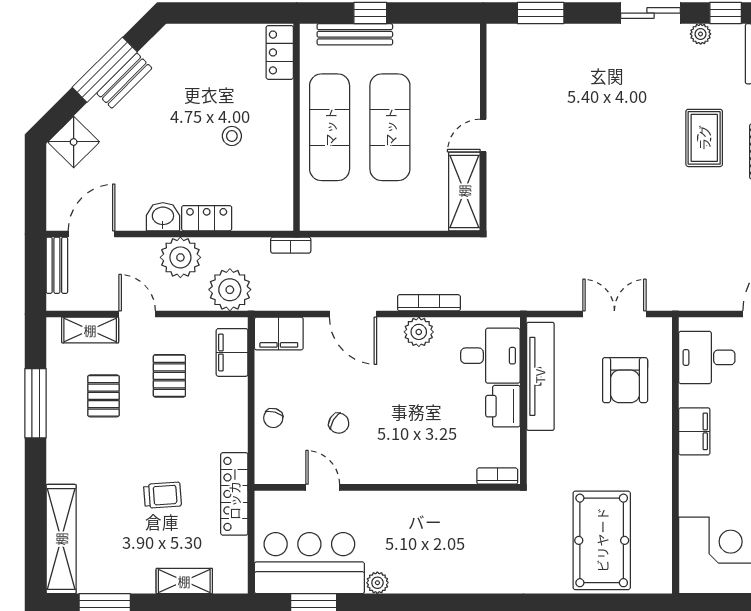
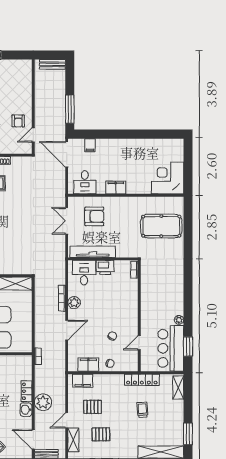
plant: (230, 290) -> (57, 382), removed
filing cabinet: (279, 334) -> (88, 365), moved, turned -90
shelving: (184, 581) -> (178, 388), moved

